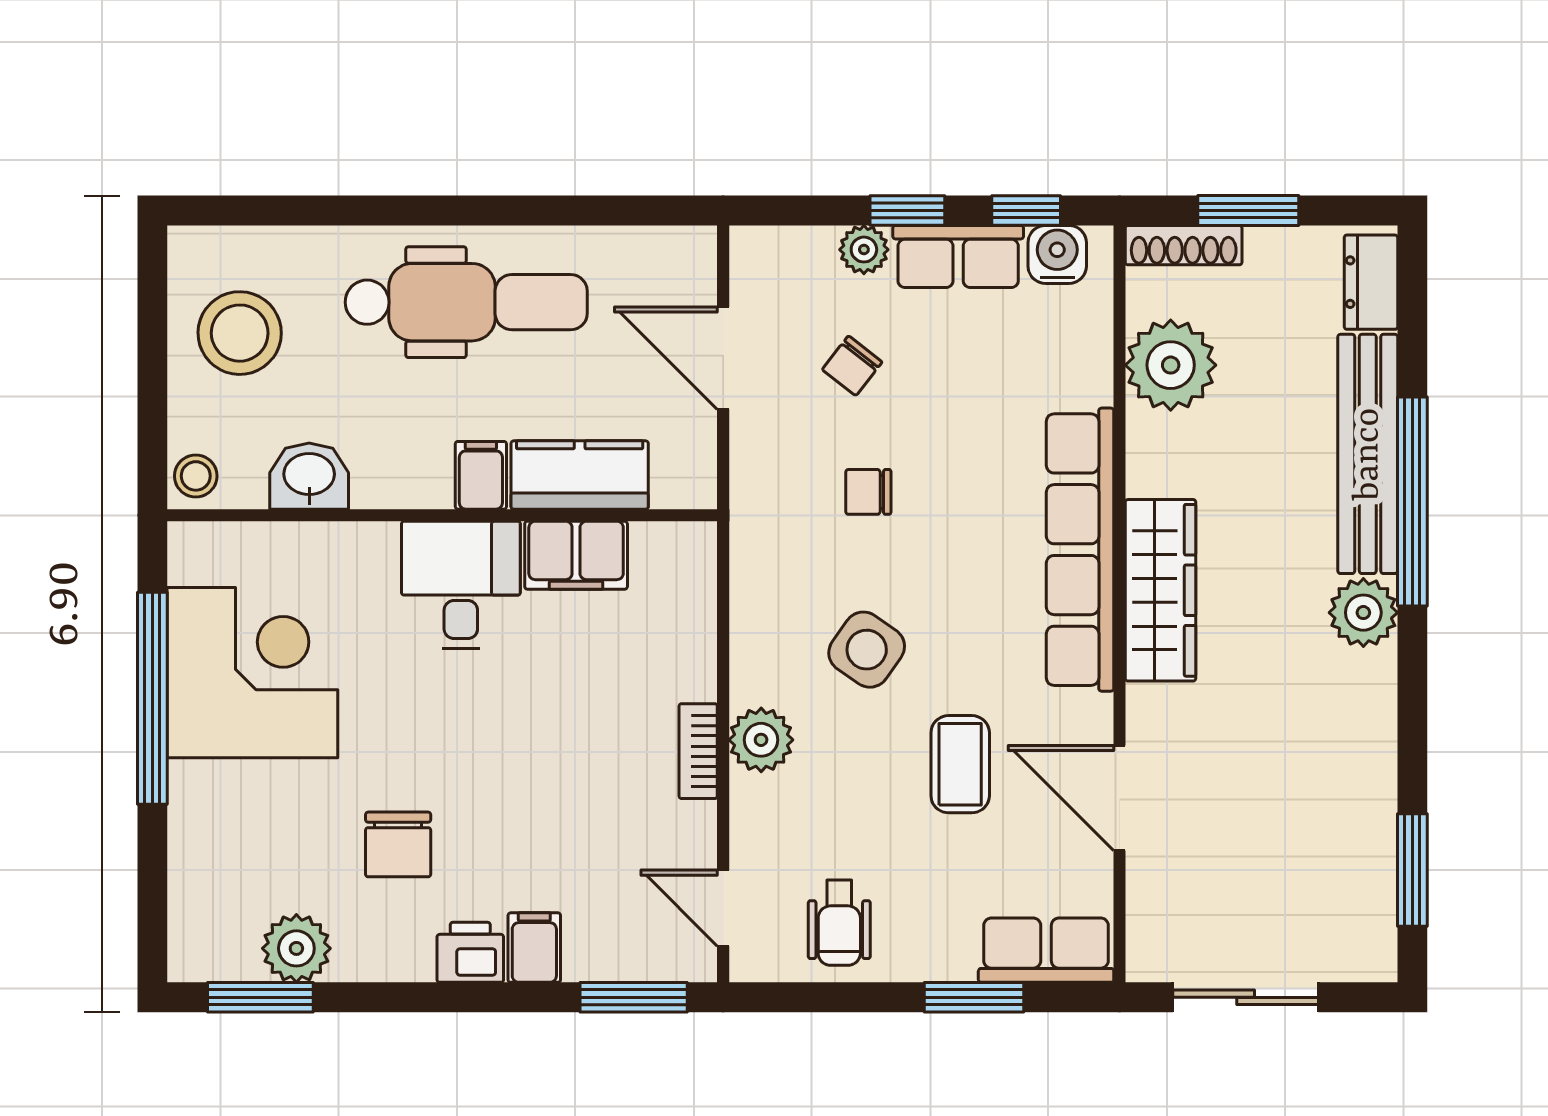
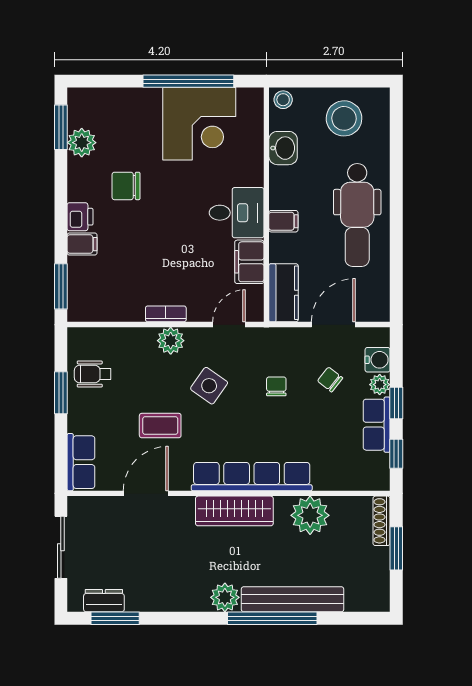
water cooler: (1057, 254) -> (378, 360), moved
dresser: (1371, 282) -> (104, 601), moved
plant: (1171, 365) -> (310, 515), moved
kitchen counter: (580, 475) -> (284, 293), moved
door: (723, 908) -> (229, 325), moved
window: (974, 997) -> (61, 393), moved

